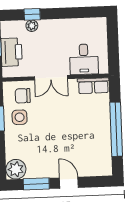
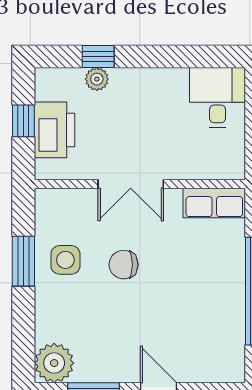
desk: (84, 59) -> (218, 98), moved, turned 180
chair: (23, 96) -> (124, 265), moved

